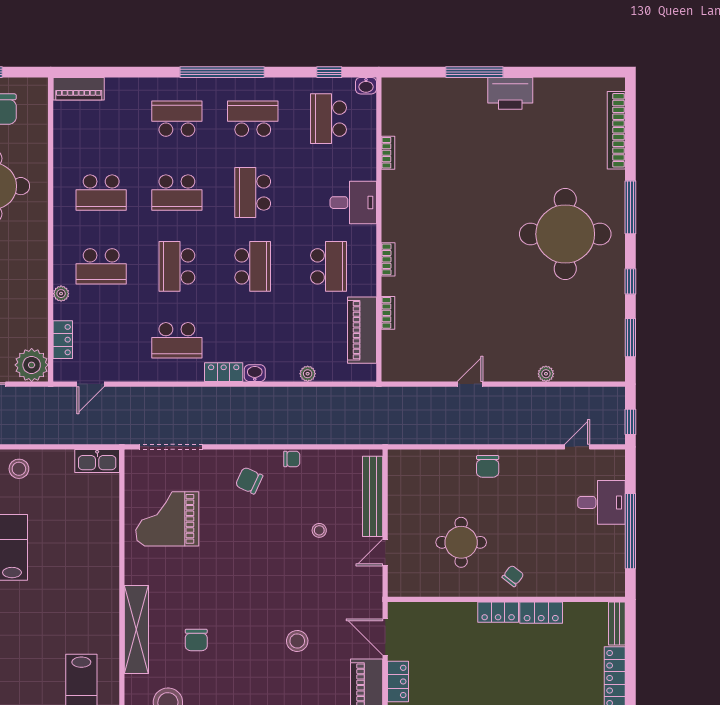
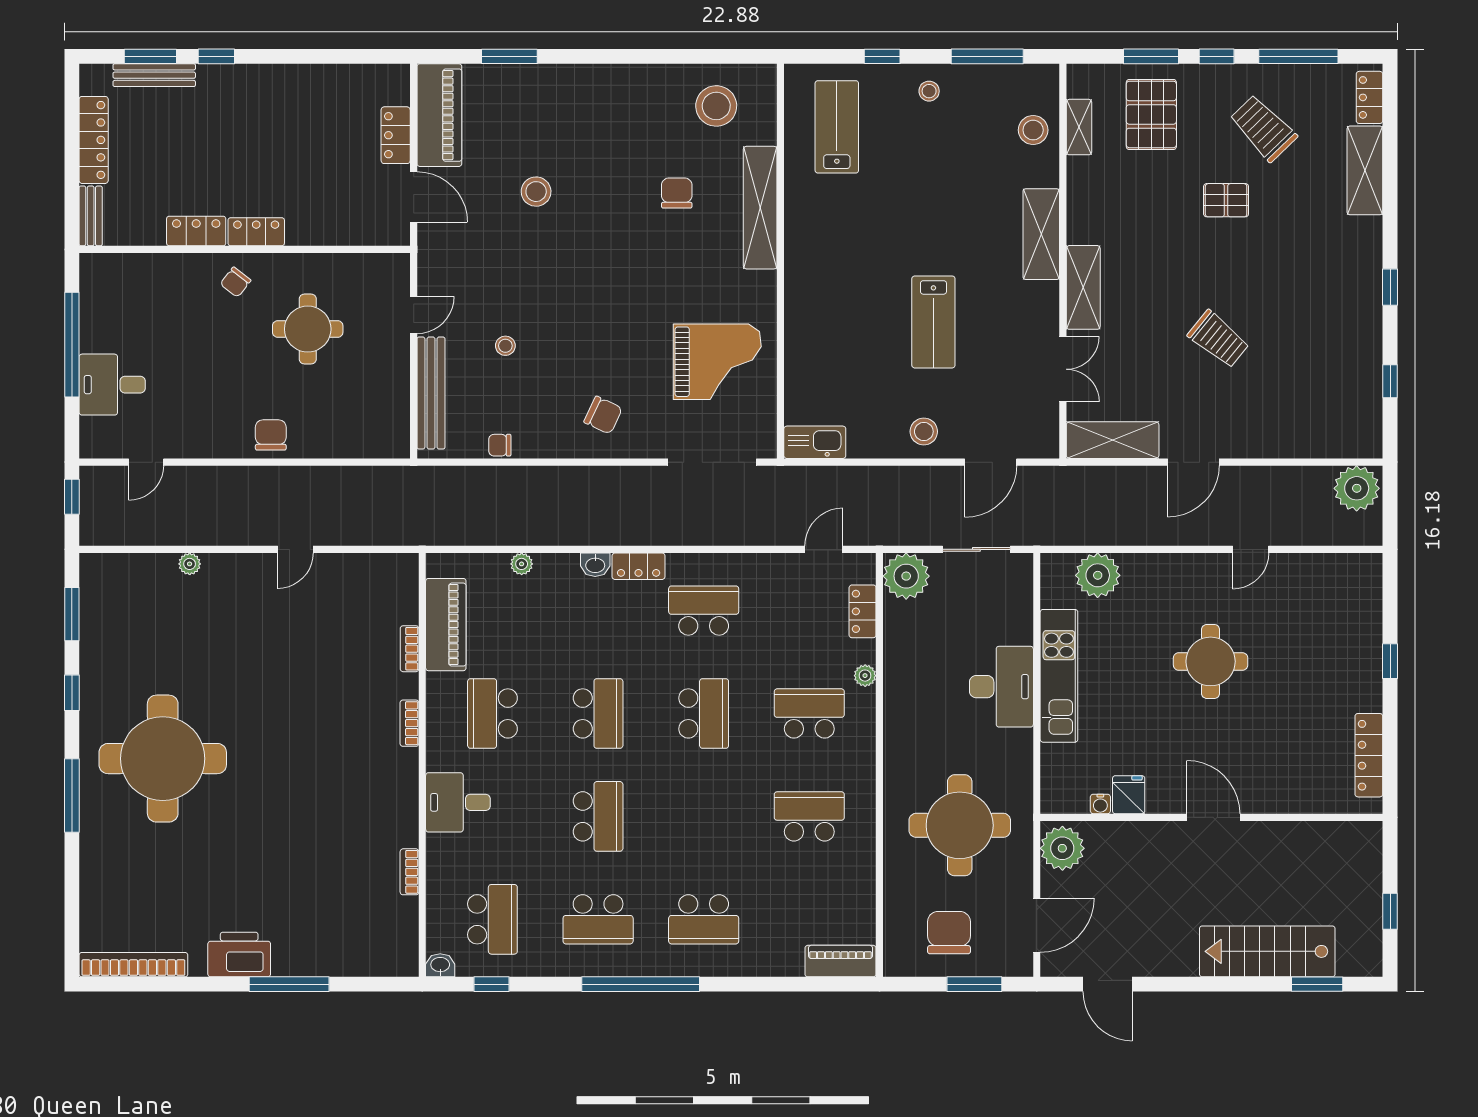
bookcase: (616, 130) -> (133, 965), moved, turned -90
school desk: (177, 193) -> (704, 816), removed
school desk: (253, 266) -> (598, 713), turned 180
chair: (292, 459) -> (500, 445), moved

